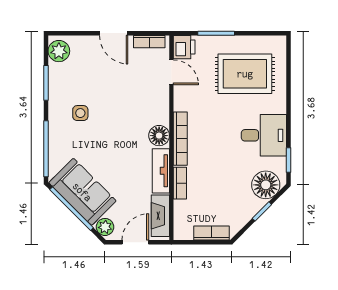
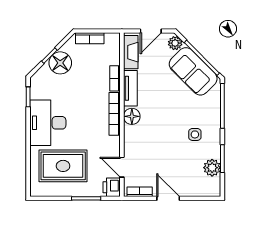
plant: (59, 51) -> (212, 168), moved
desk: (264, 135) -> (48, 123), width x1.37
floor lamp: (266, 185) -> (60, 63), moved

